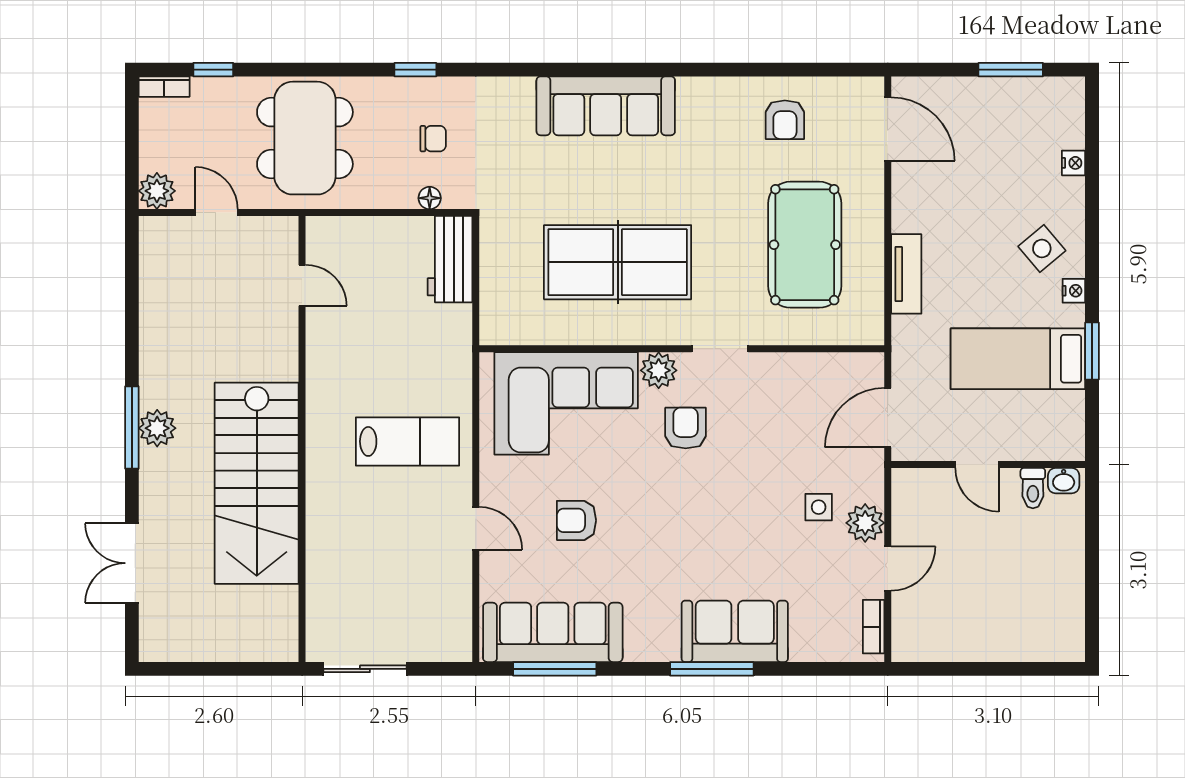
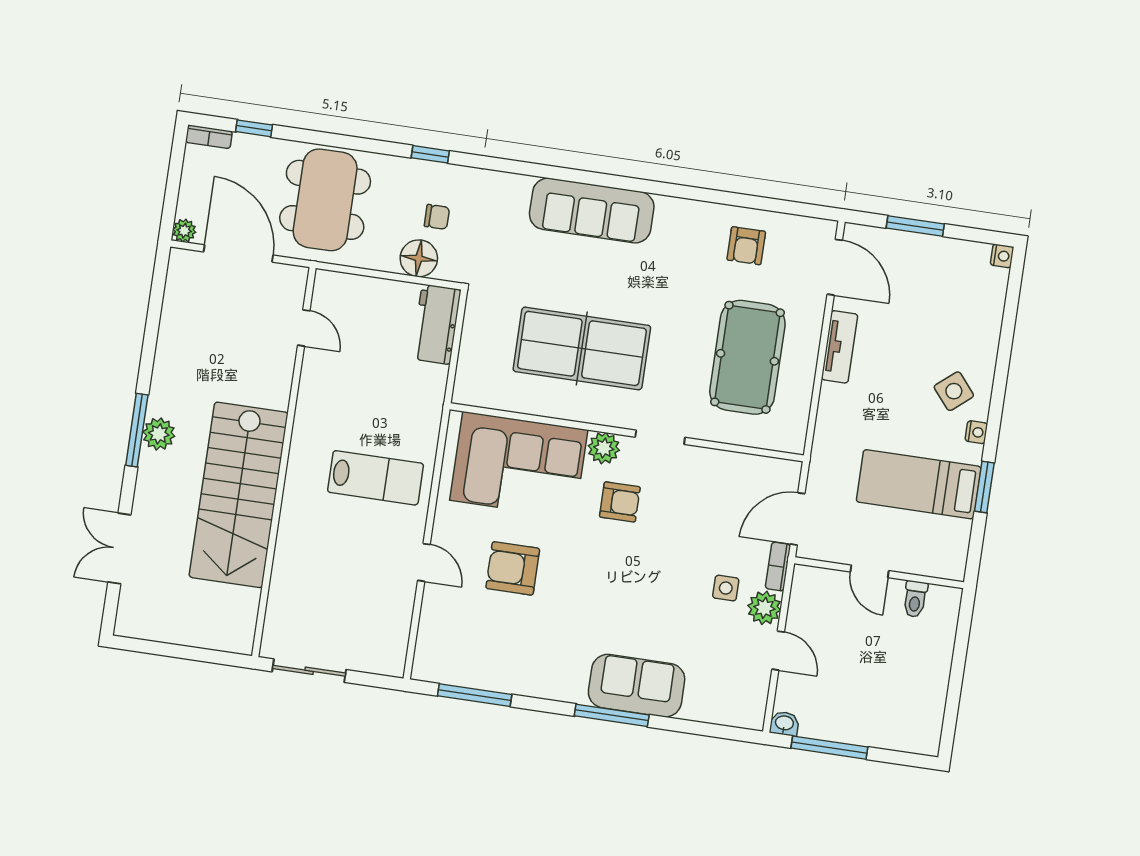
window: (1011, 70) -> (915, 226), moved
nightstand: (1073, 163) -> (1002, 256), moved
plant: (157, 191) -> (184, 231), width x0.73, depth x0.73
floor lamp: (430, 198) -> (419, 258), width x1.89, depth x1.89
door: (216, 213) -> (238, 253), width x1.88
tv unit: (906, 274) -> (840, 347), moved
armchair: (686, 428) -> (620, 502), turned 90
washbasin: (1064, 481) -> (784, 724), moved, turned 180
armchair: (576, 520) -> (513, 568), width x1.38, depth x1.38
door: (888, 569) -> (778, 651), hinge flipped
bookcase: (874, 627) -> (778, 566), moved
sofa: (553, 632) -> (478, 663), removed
window: (961, 669) -> (829, 748), added

